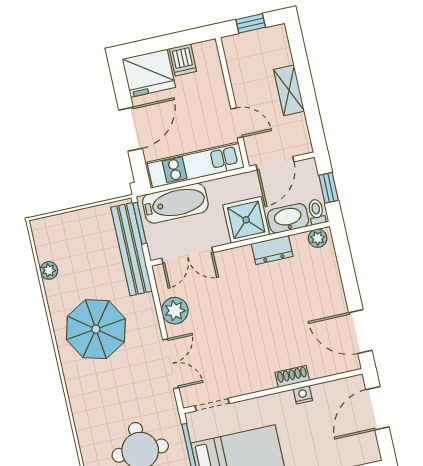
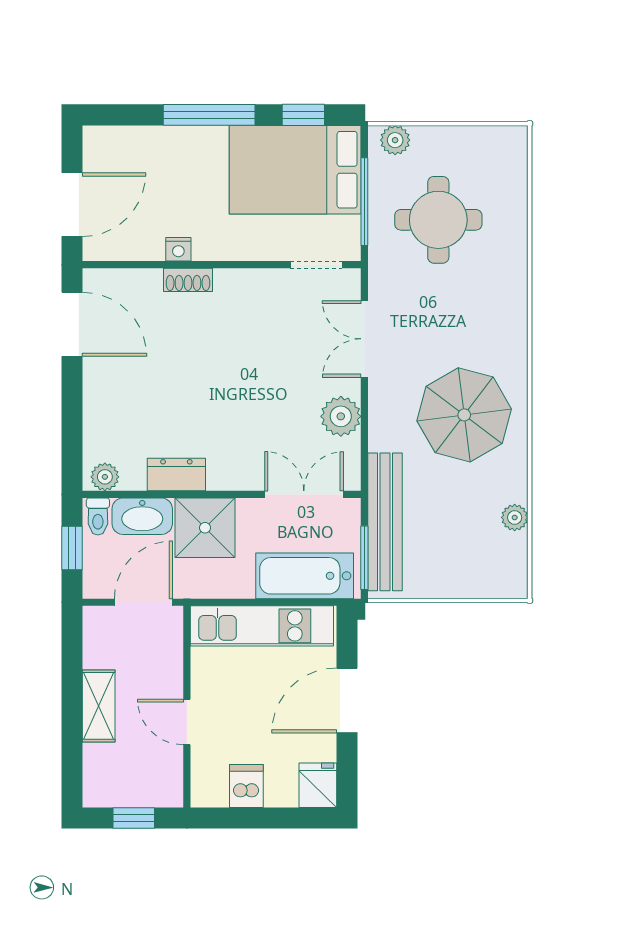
fridge: (149, 73) -> (318, 785), width x0.53, depth x0.75
door: (237, 123) -> (187, 722), moved

